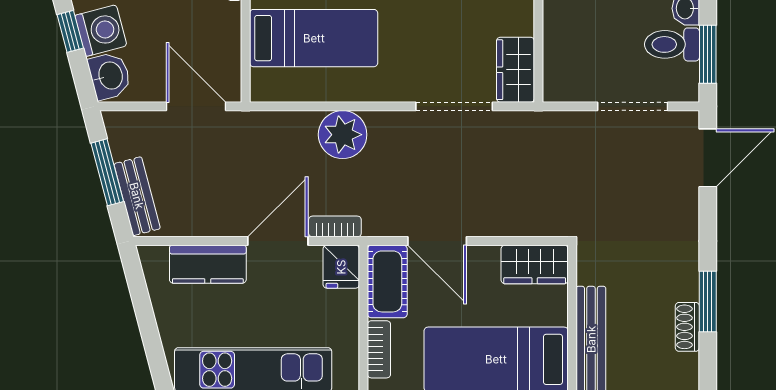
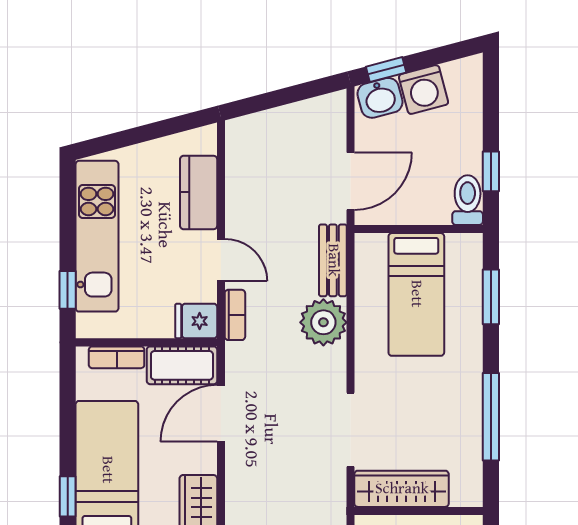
window: (70, 31) -> (386, 70), moved
wardrobe: (515, 70) -> (402, 489), width x1.50
window: (107, 172) -> (287, 96), removed
bench: (137, 196) -> (333, 260), moved, turned -75
door: (278, 241) -> (221, 260), width x0.73

